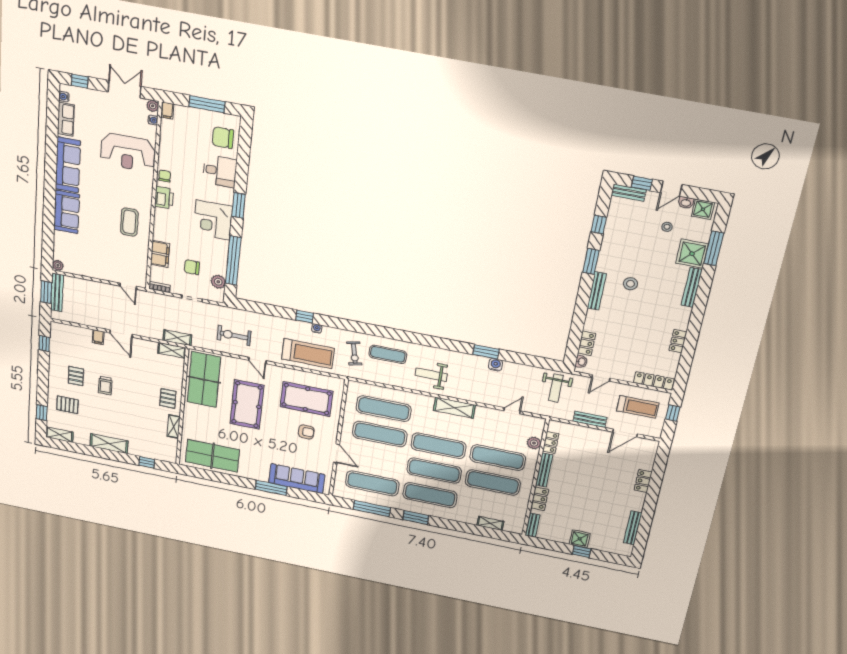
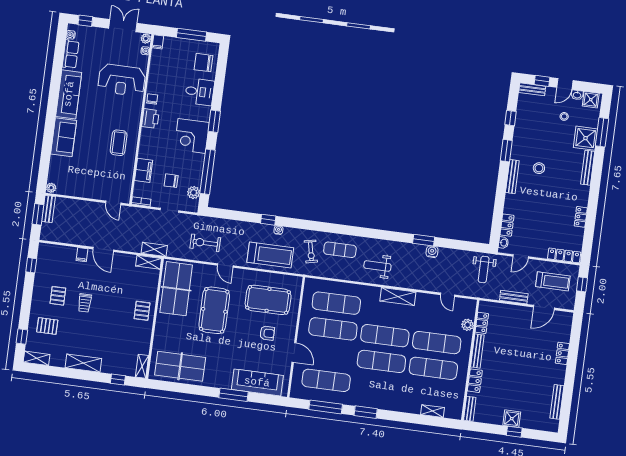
bench: (57, 292) -> (49, 209), width x0.73
door: (512, 411) -> (448, 295), swing flipped
shelving: (174, 426) -> (142, 366), moved
exercise mat: (430, 495) -> (378, 387), removed

